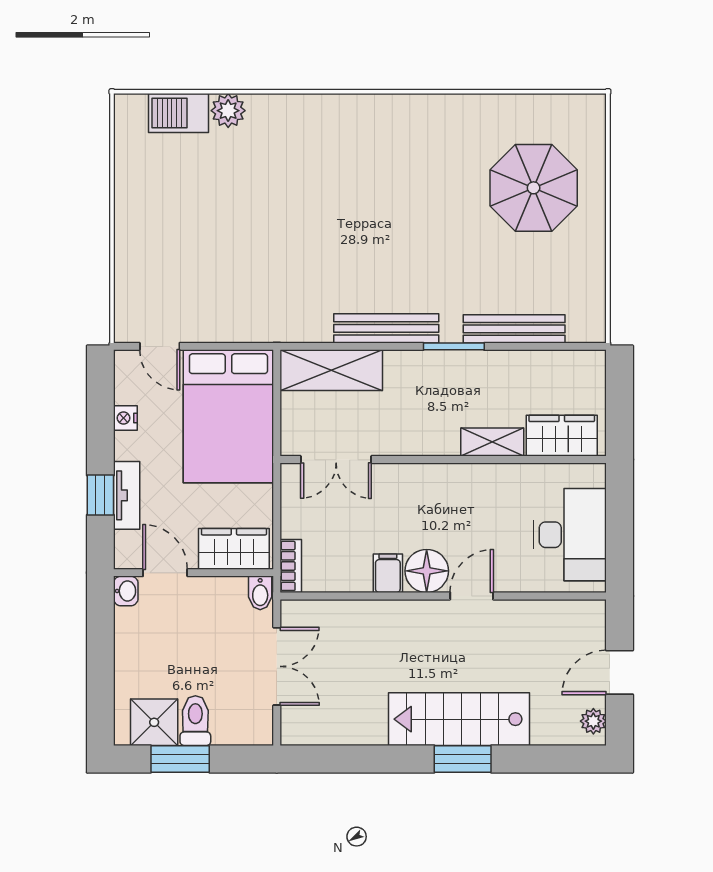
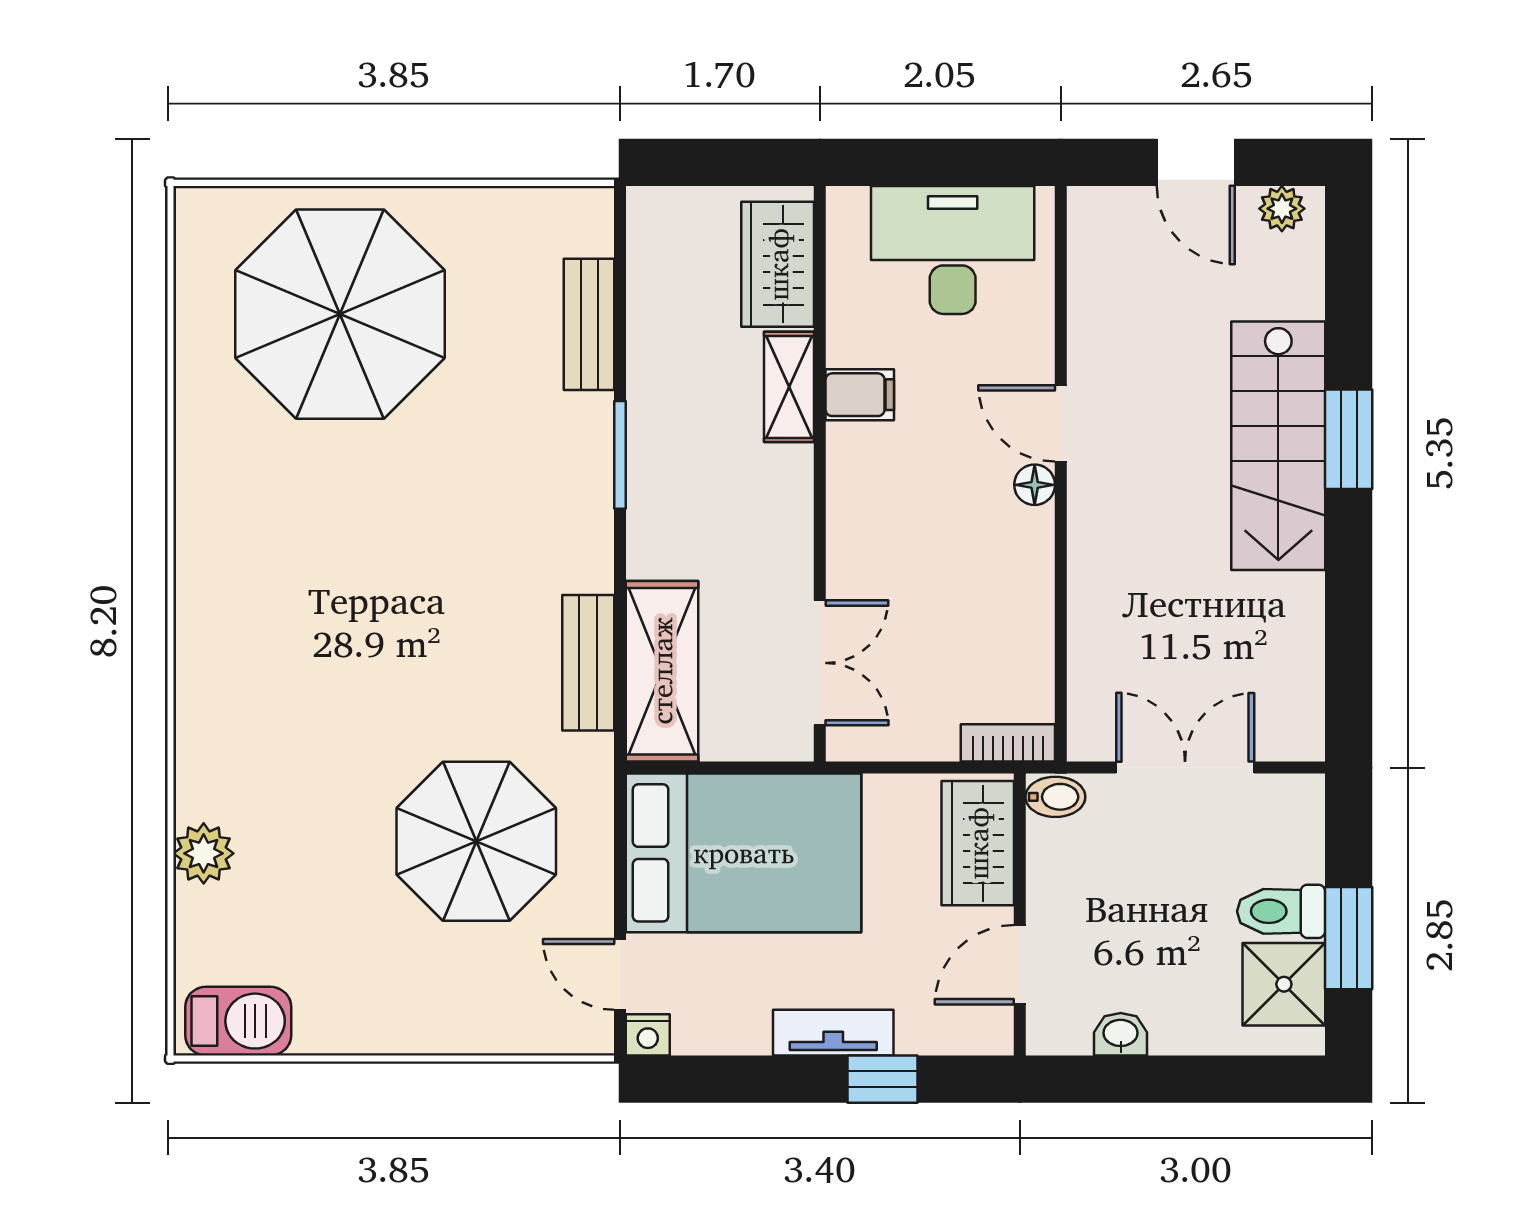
barbecue: (178, 113) -> (238, 1021), moved, turned -90
parasol: (534, 188) -> (340, 314), width x1.36, depth x1.36
parasol: (235, 265) -> (476, 841), added
bench: (386, 328) -> (588, 663), moved, width x0.73
bench: (514, 329) -> (589, 324), width x0.73
door: (160, 346) -> (620, 974), swing flipped
nightstand: (125, 418) -> (648, 1035), moved
tv unit: (127, 495) -> (833, 1033), moved
floor lamp: (427, 571) -> (1035, 485), width x0.53, depth x0.53
filing cabinet: (388, 573) -> (860, 395), moved, turned 180
washbasin: (126, 591) -> (1121, 1034), moved

